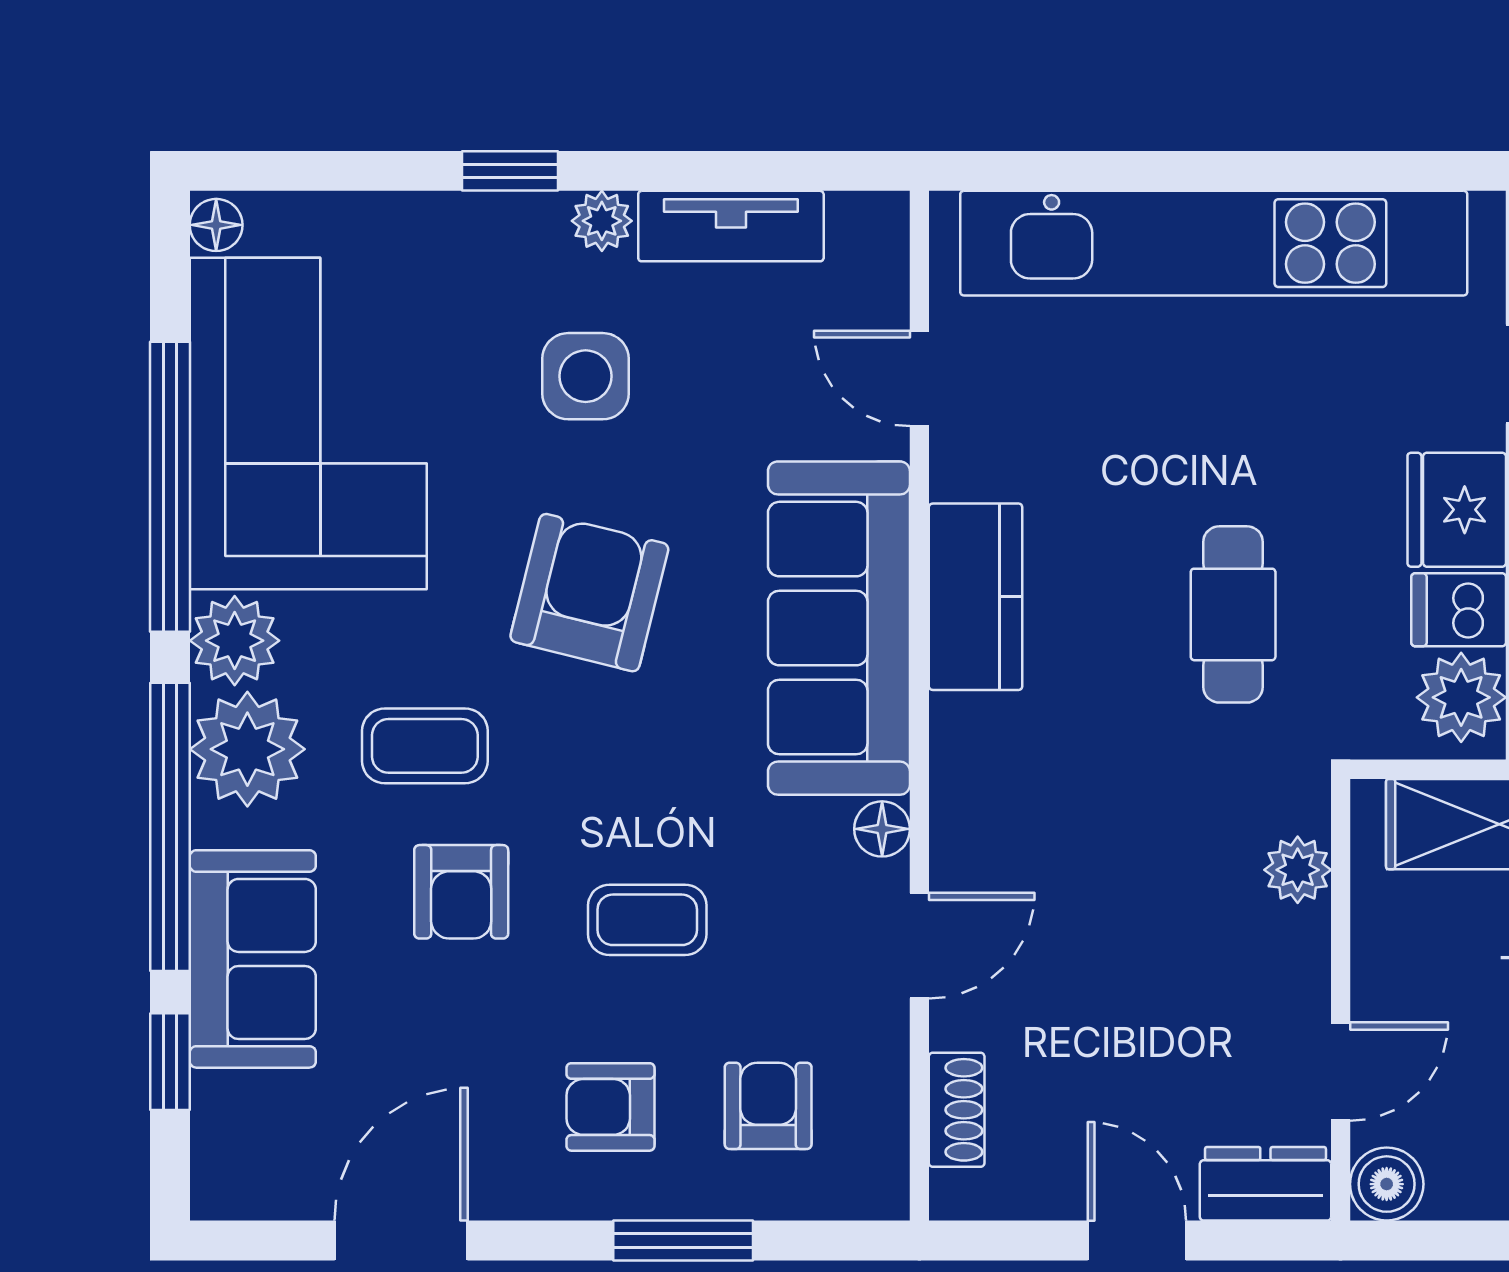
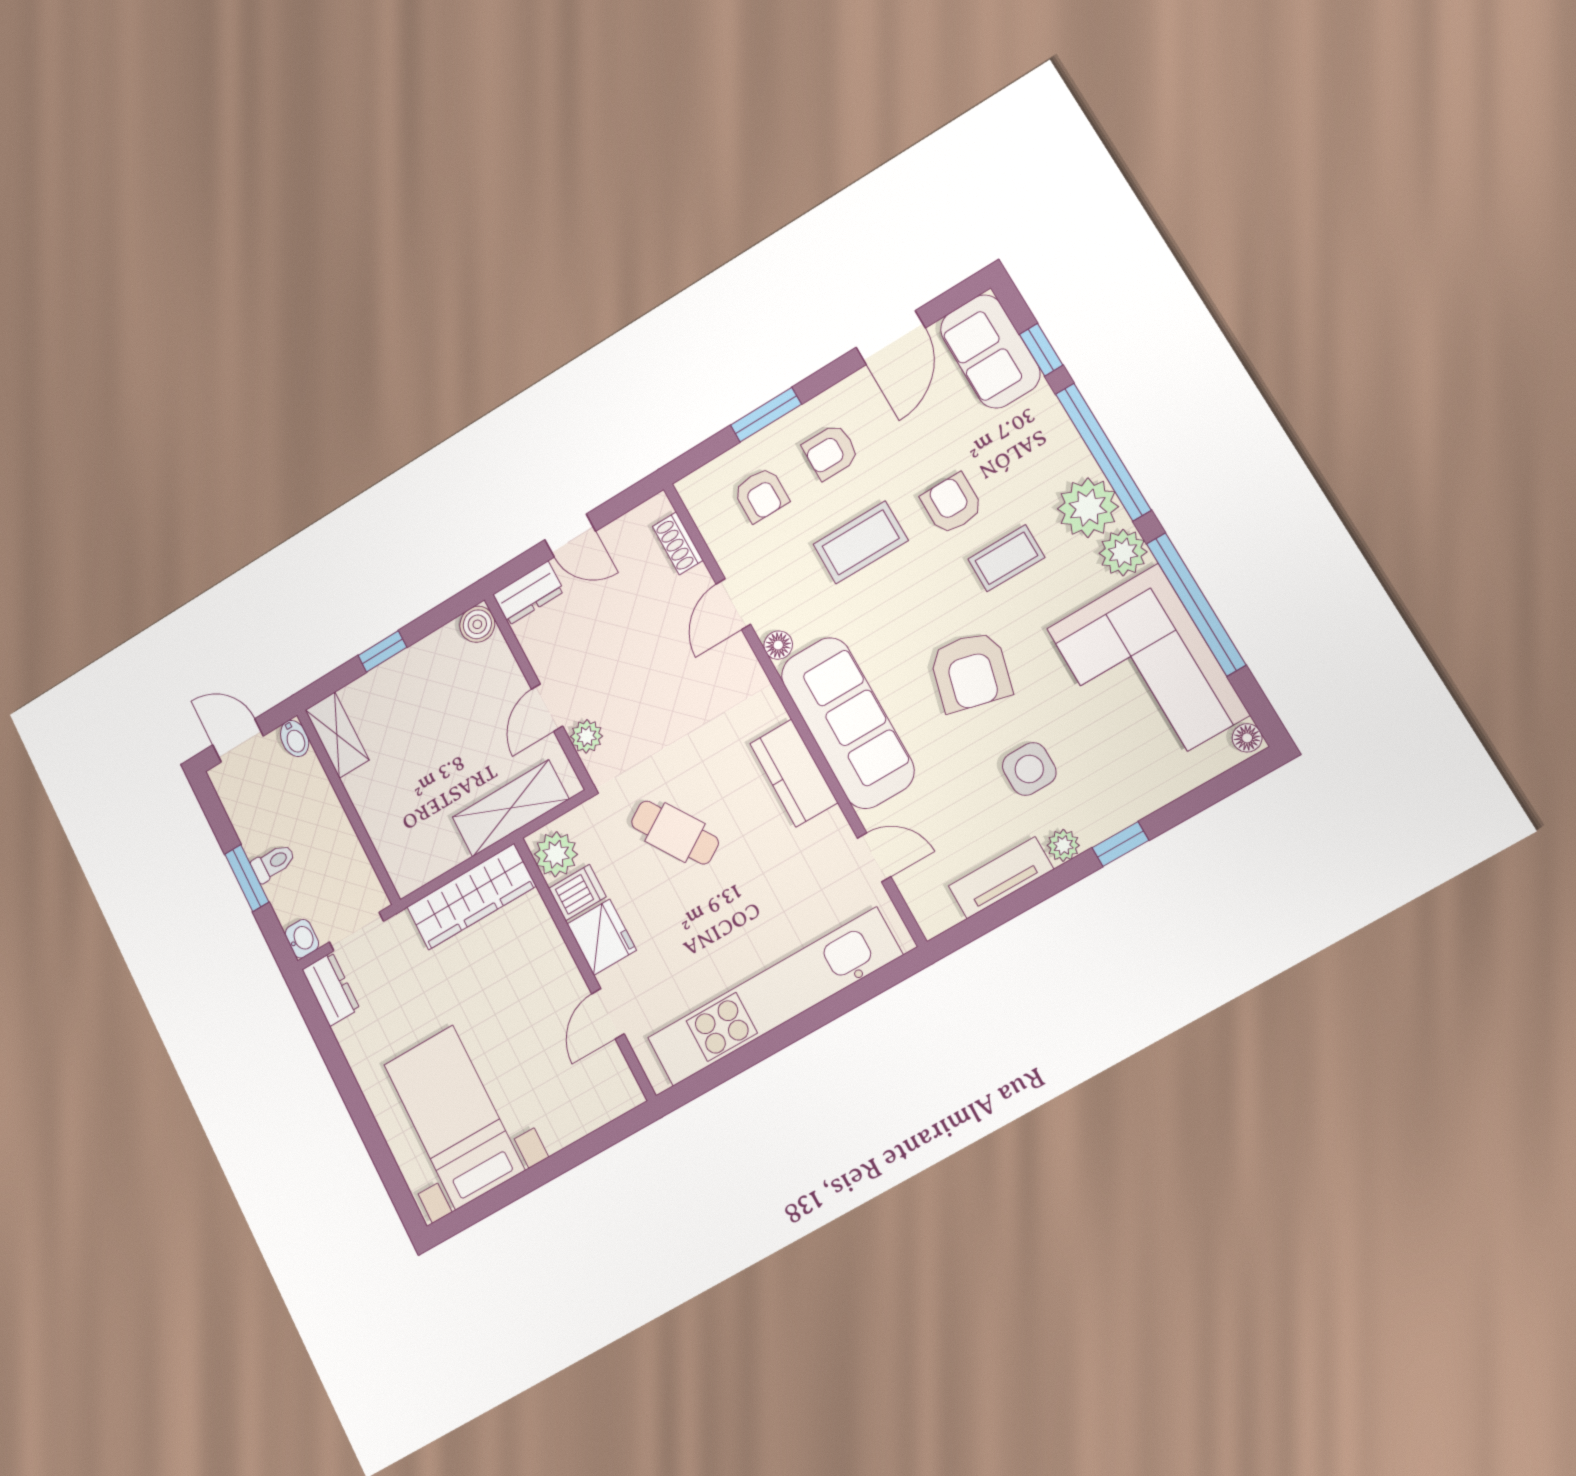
cafe table: (1233, 614) -> (675, 832), turned -33
coffee table: (647, 920) -> (861, 542), width x1.36, depth x1.30
sofa: (253, 959) -> (990, 351), moved
door: (1341, 1071) -> (547, 708), moved
armchair: (610, 1107) -> (831, 452), turned 180

